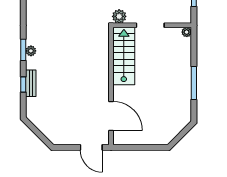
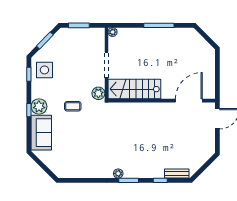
plant: (31, 51) -> (118, 173), moved
bench: (31, 83) -> (177, 174), moved

